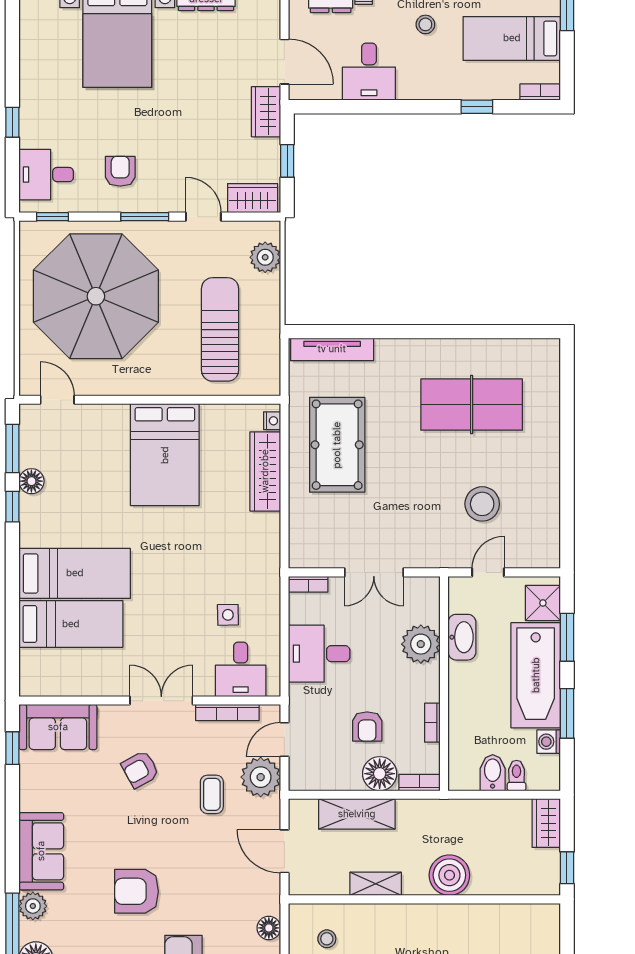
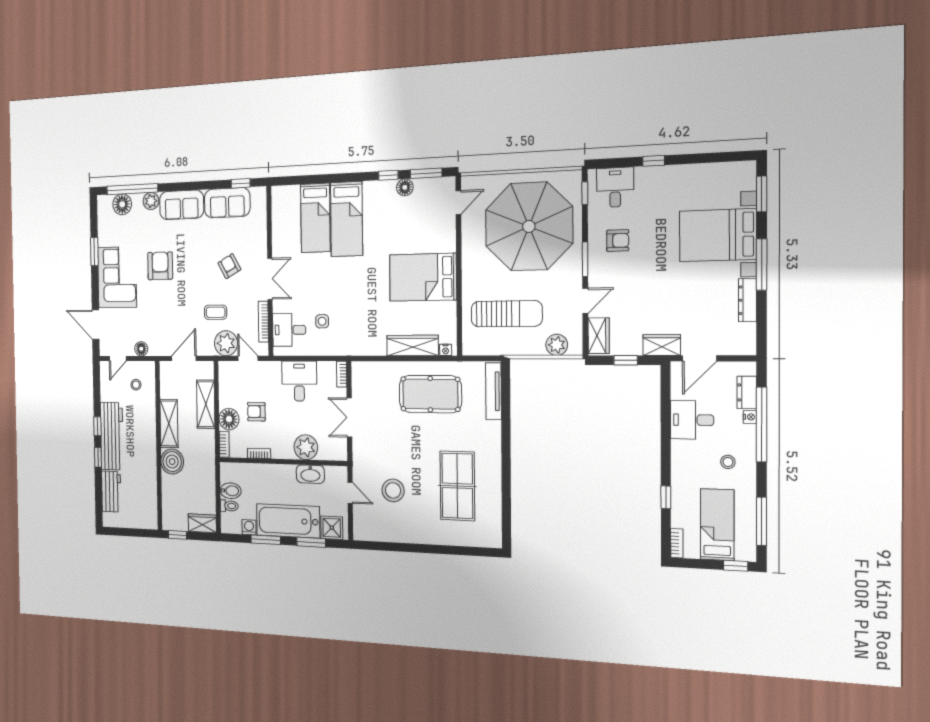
sofa: (58, 727) -> (227, 203), moved, turned -90
shelving: (376, 884) -> (169, 423), width x1.50, depth x1.33

